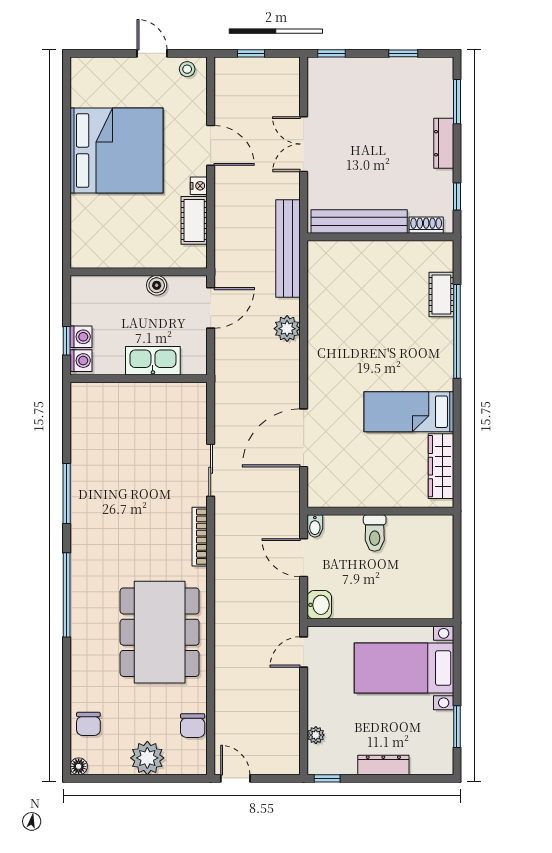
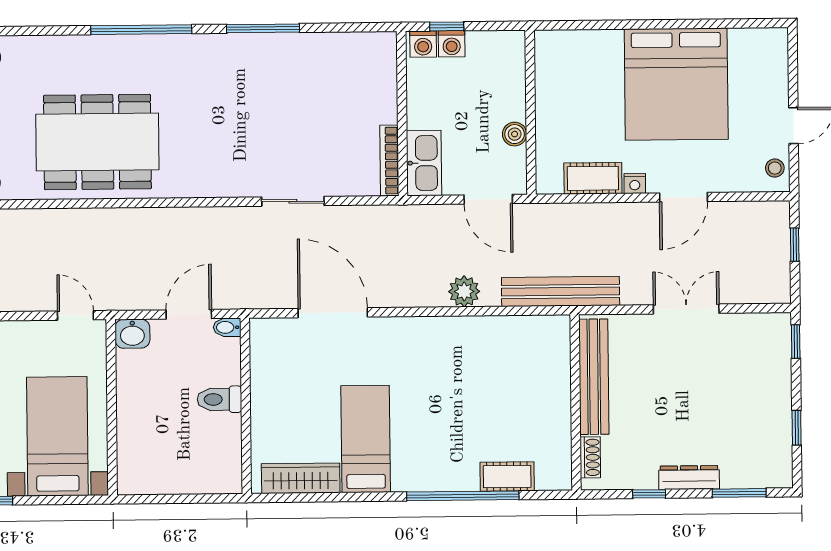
window: (457, 197) -> (649, 494), moved
kitchen sink: (153, 361) -> (424, 163), moved
bookcase: (200, 537) -> (389, 161), moved, turned -90

